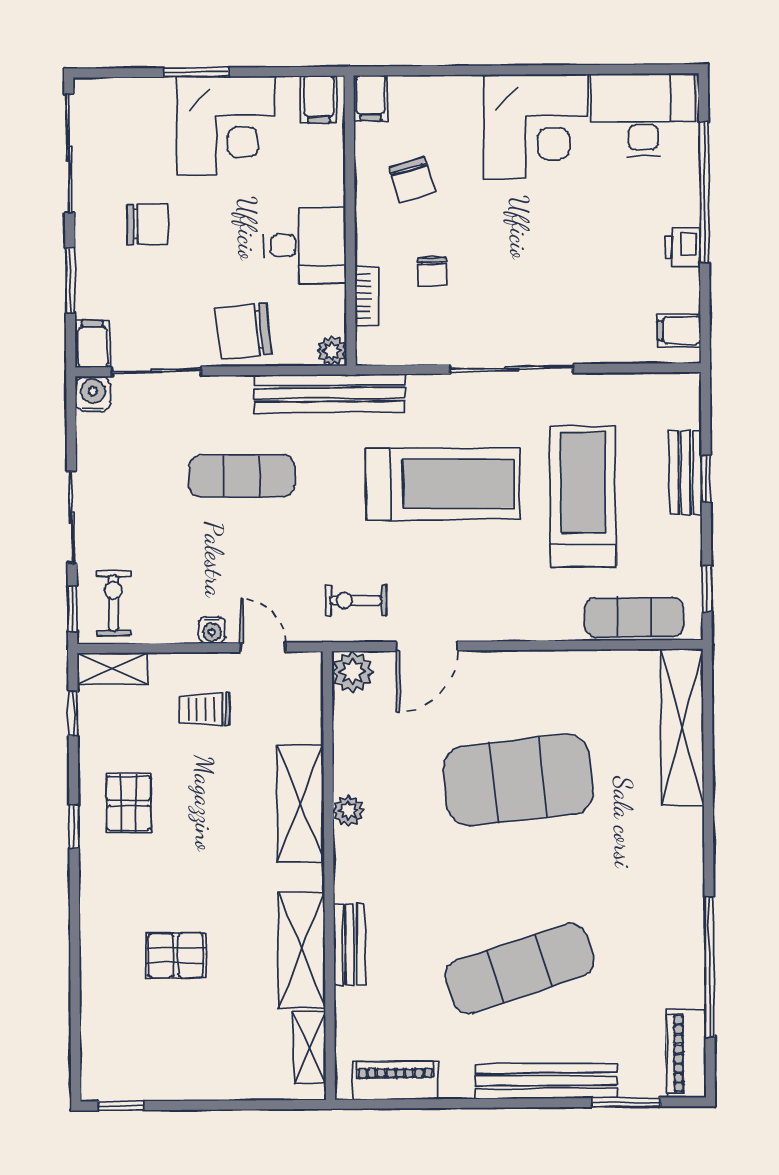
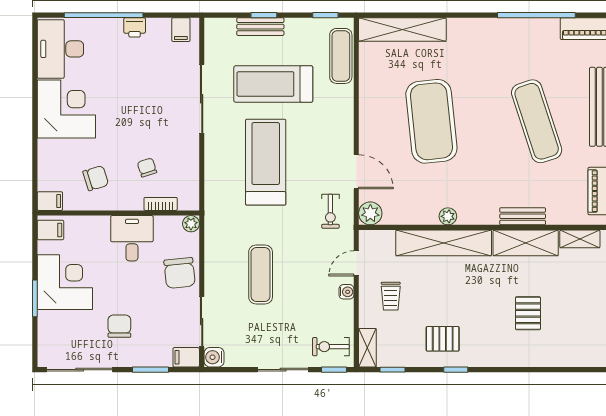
chair: (432, 271) -> (147, 167), turned -108
sliding door: (511, 369) -> (202, 99), moved
bench: (330, 393) -> (215, 225), removed
shelving: (301, 804) -> (444, 243), width x1.47

